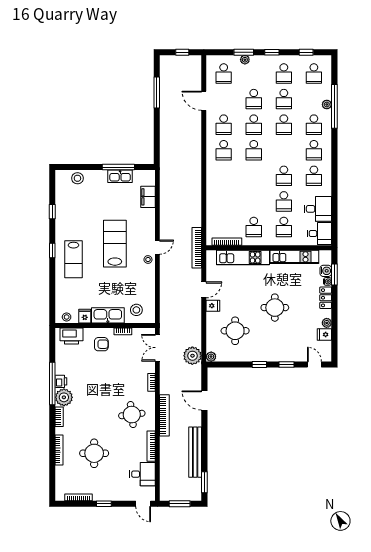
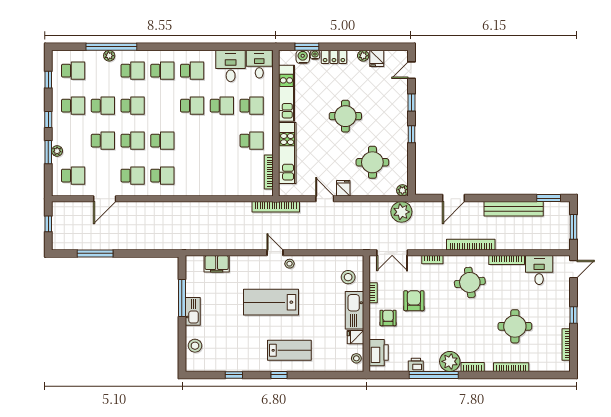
kitchen sink: (120, 176) -> (193, 311), moved
armchair: (116, 366) -> (414, 301), added
printer: (61, 381) -> (416, 365), moved

